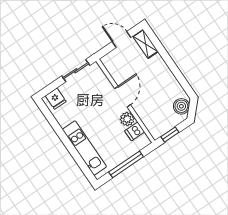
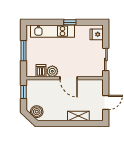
shelving: (146, 44) -> (78, 116), moved
window: (62, 136) -> (70, 22), added
window: (126, 164) -> (24, 51), width x0.69

